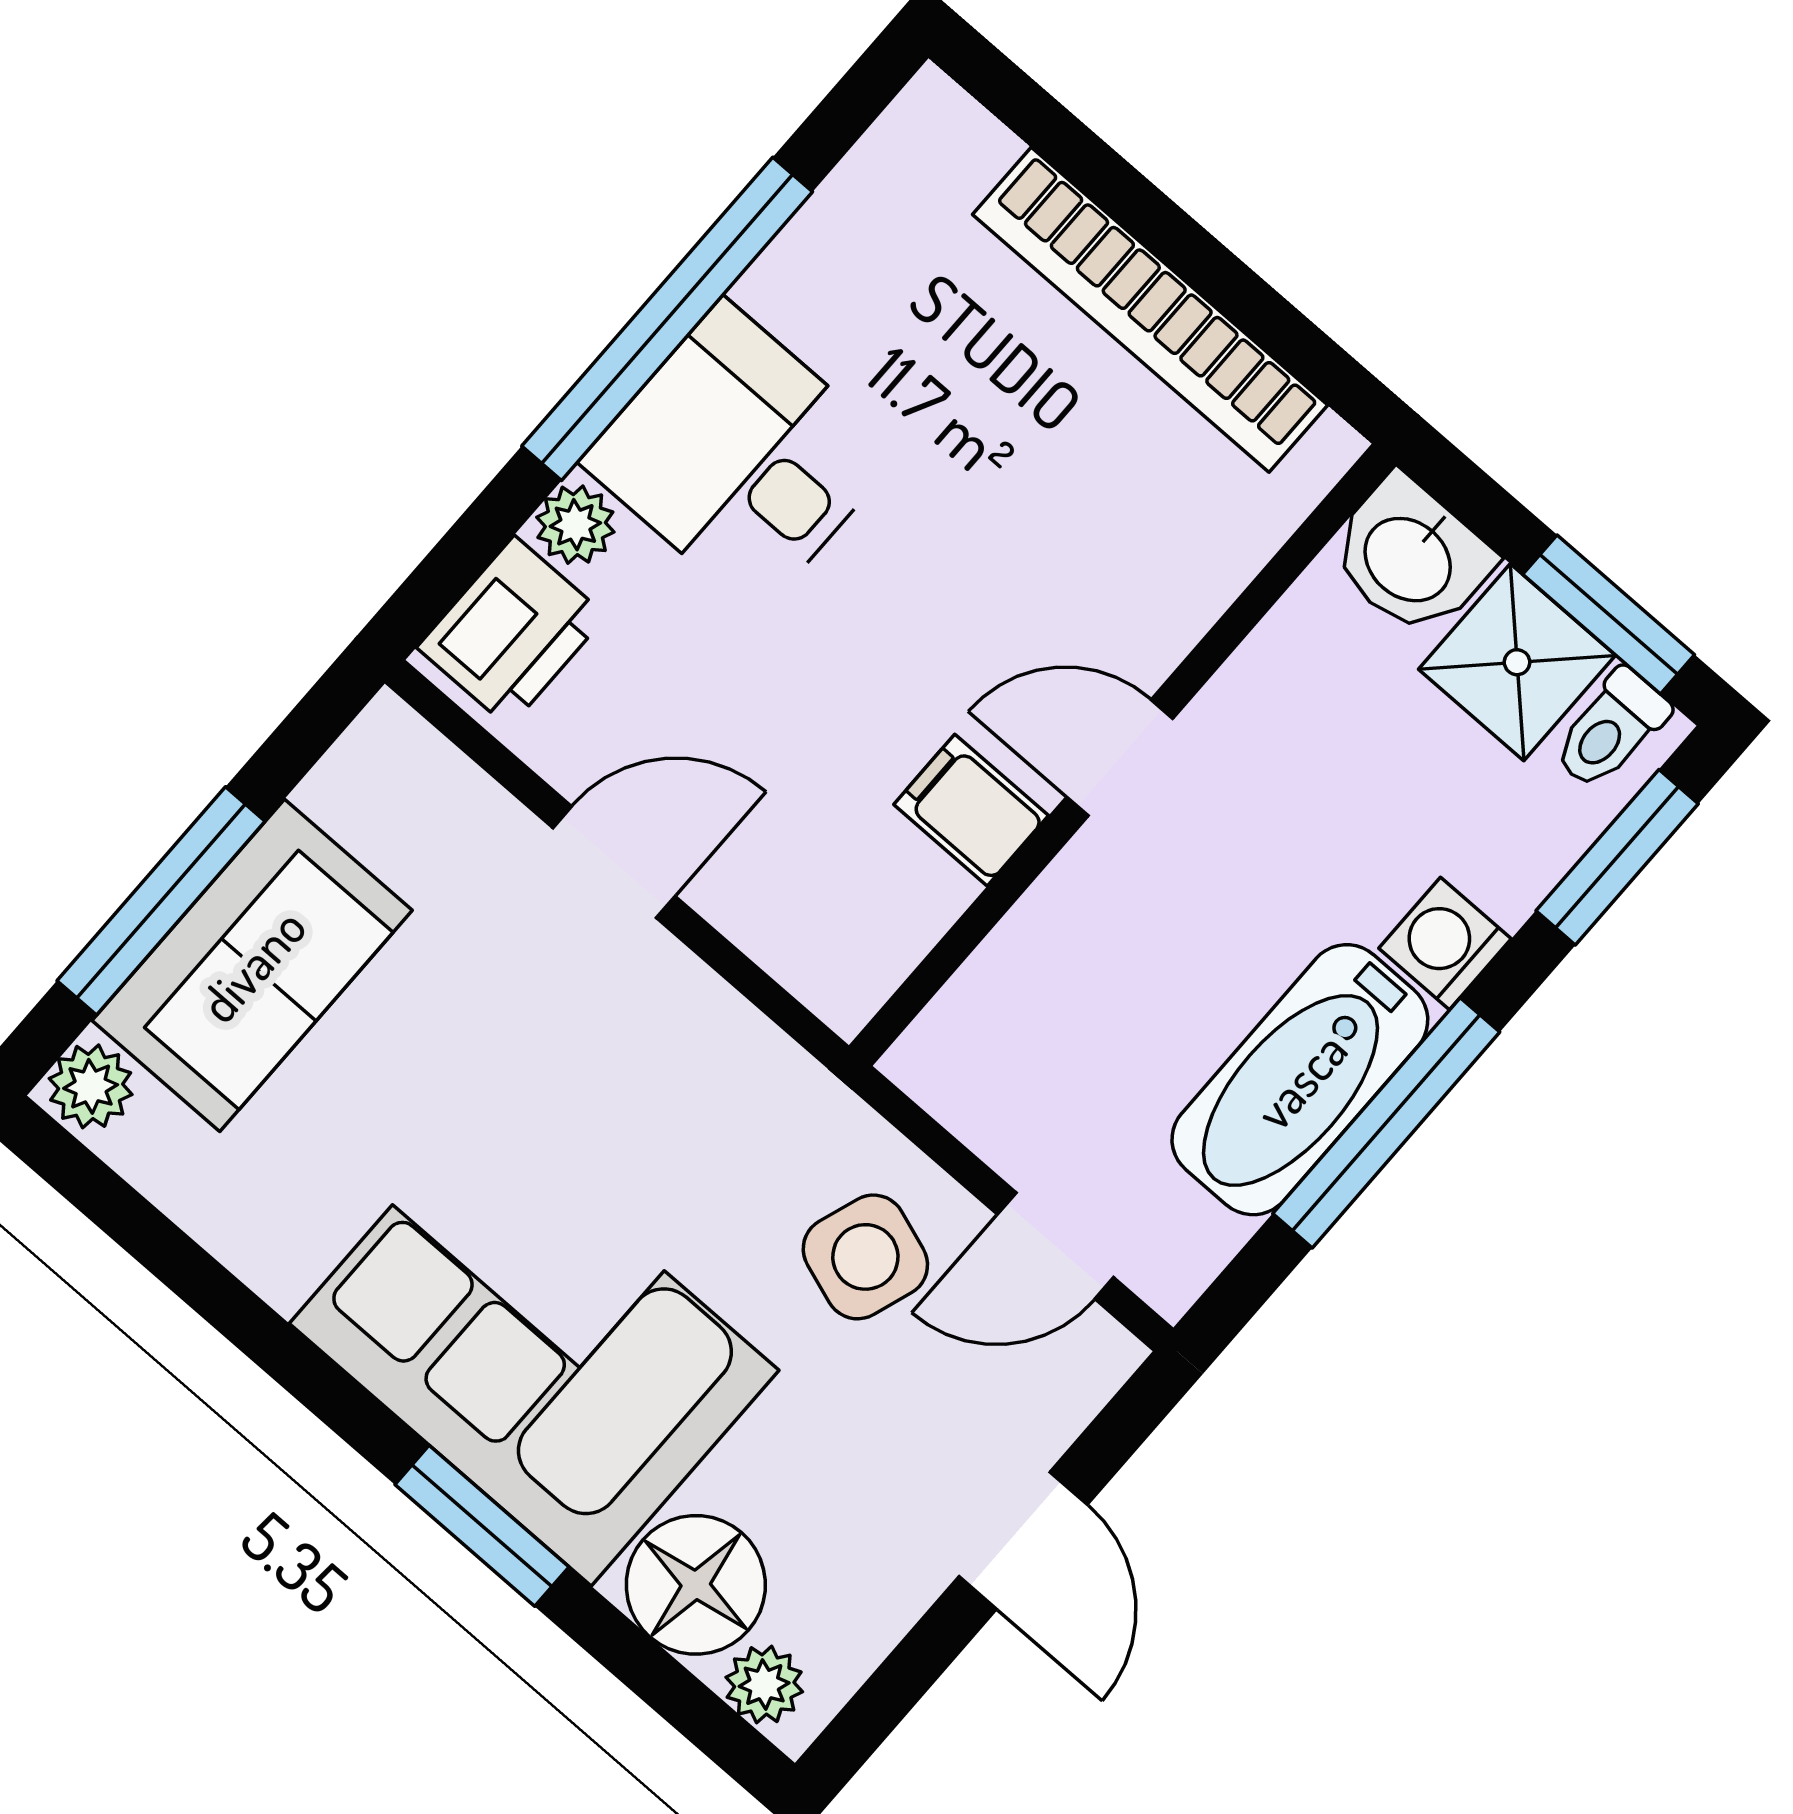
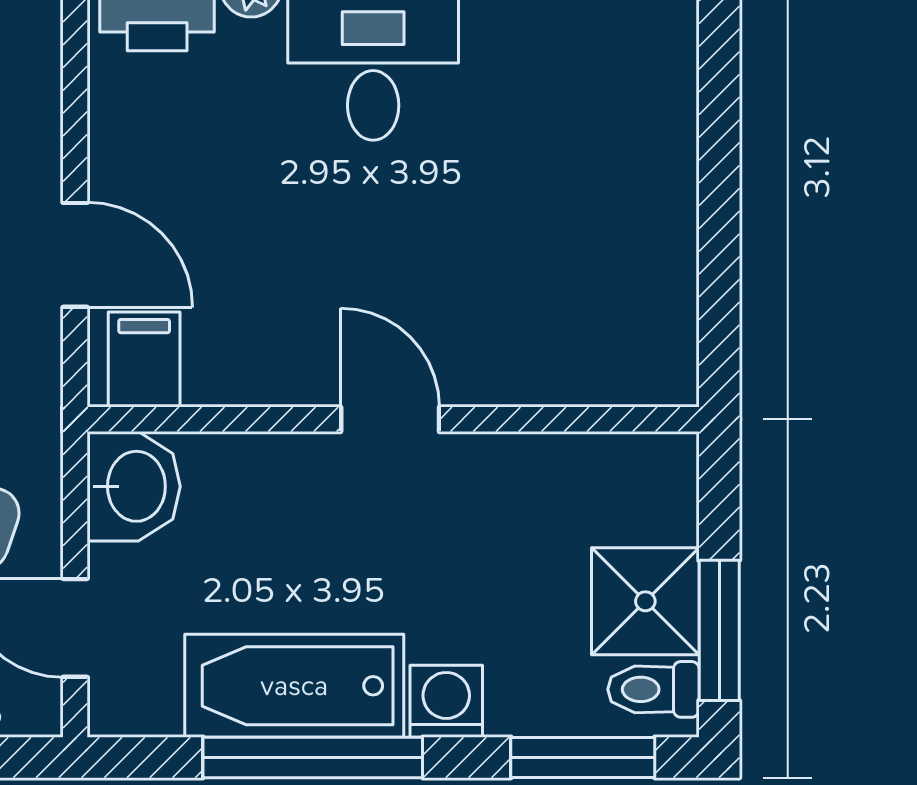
bookcase: (1150, 310) -> (665, 211), removed
washbasin: (1410, 557) -> (134, 486), moved, turned 180
filing cabinet: (971, 810) -> (144, 360), moved
door: (614, 862) -> (75, 255), moved

